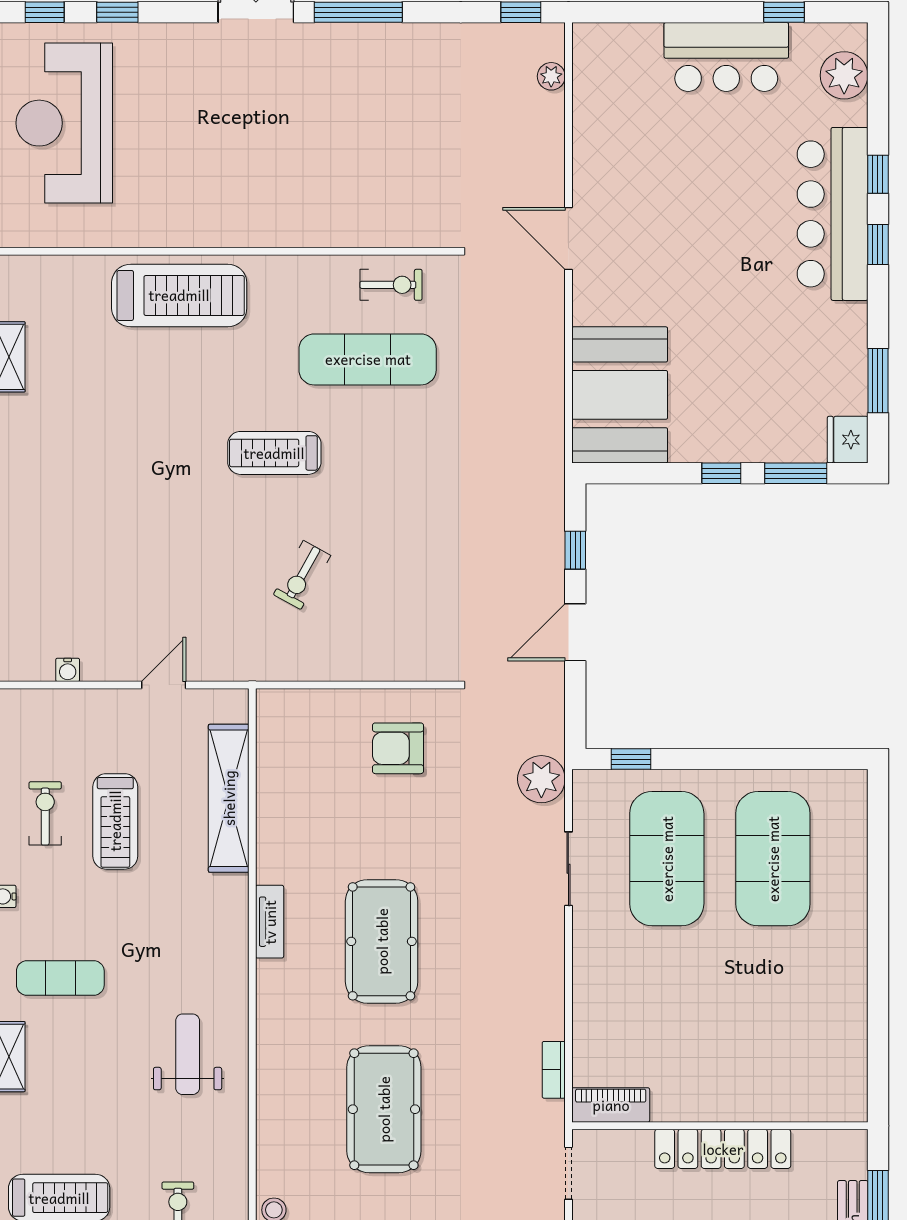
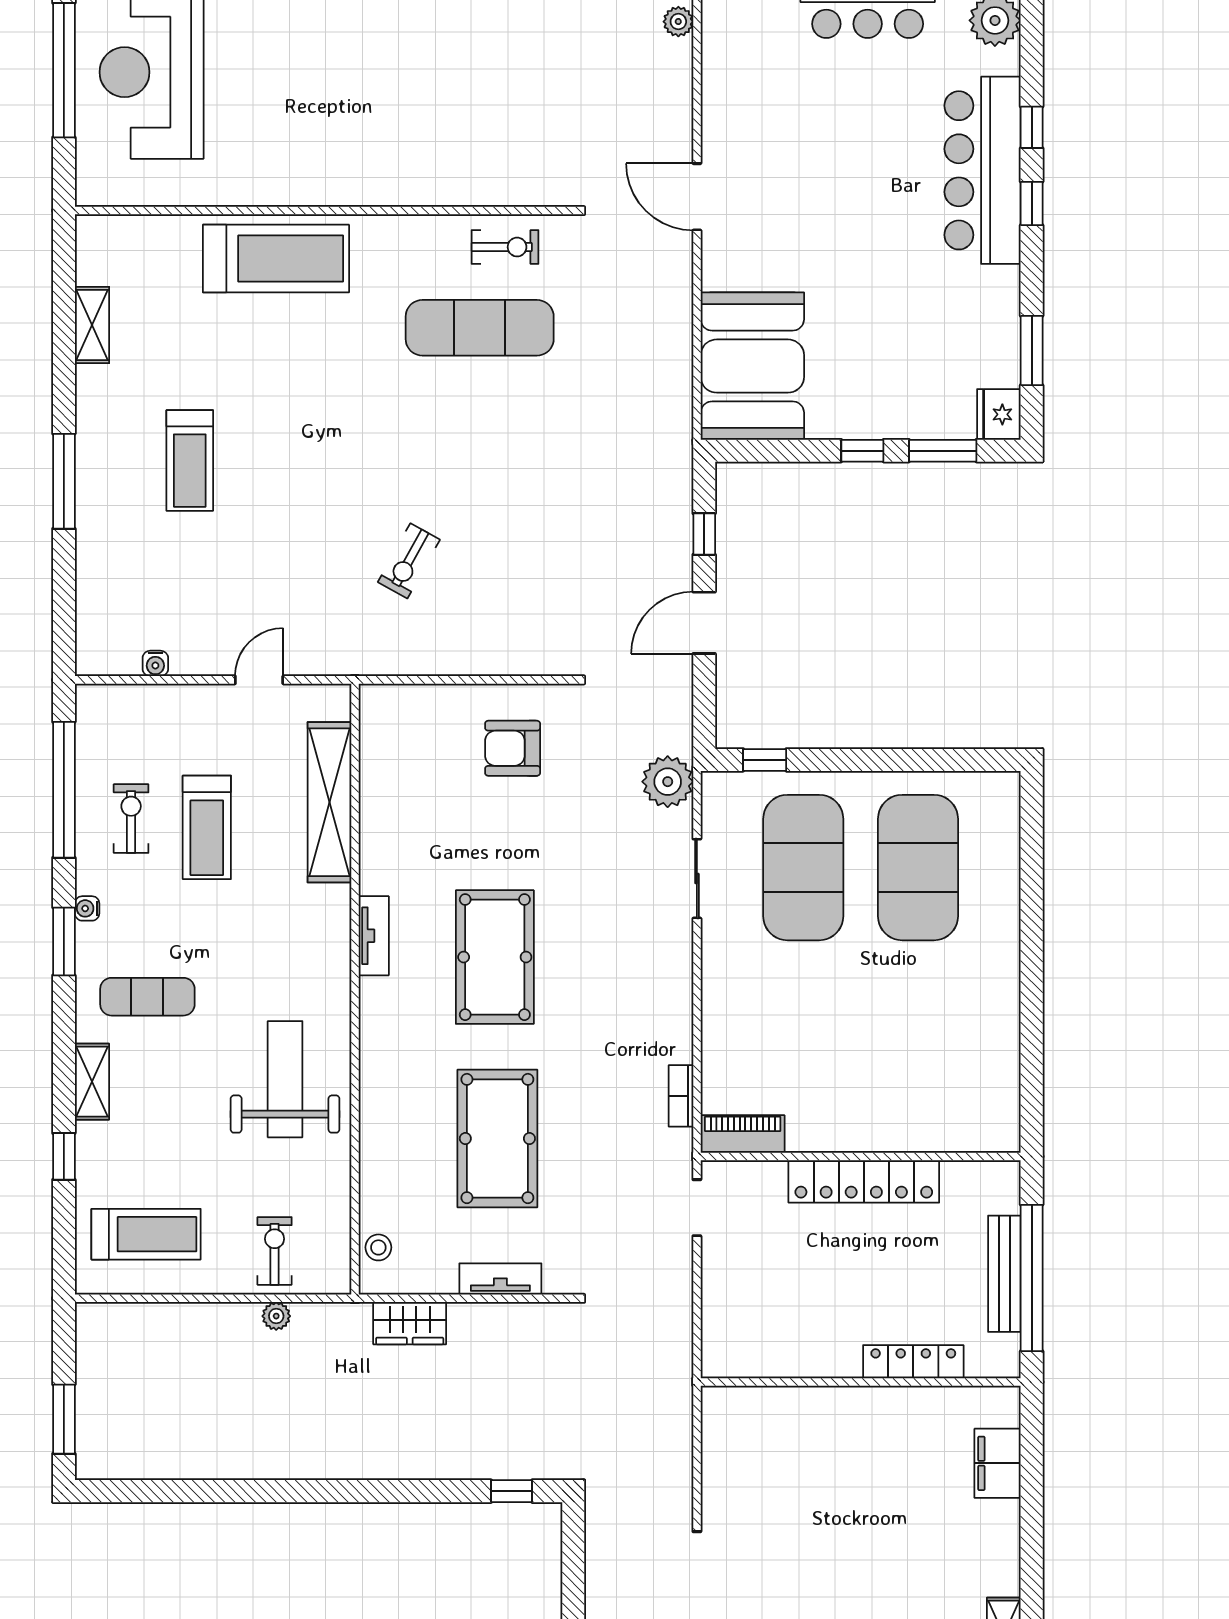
treadmill: (274, 453) -> (190, 461), moved, turned -90
weight bench: (188, 1054) -> (285, 1079), width x1.36, depth x1.33

